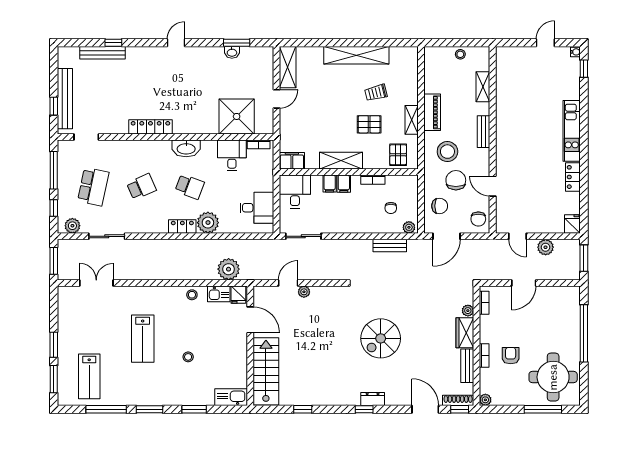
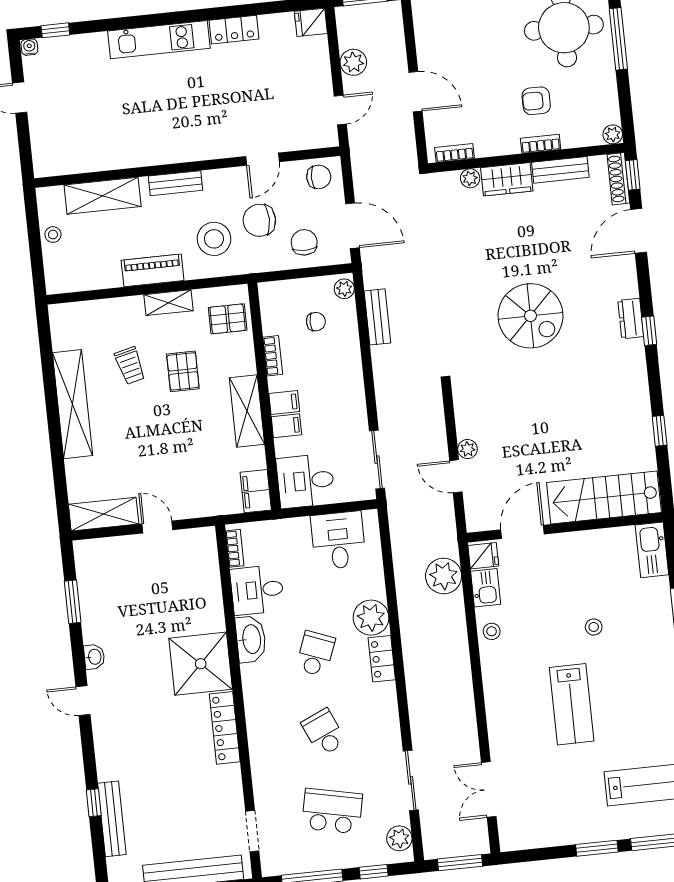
washbasin: (232, 52) -> (94, 657), moved
shelving: (483, 87) -> (103, 196), width x1.50, depth x1.33
shower: (237, 116) -> (201, 664), moved
washbasin: (186, 148) -> (251, 639), moved
lab bench: (143, 339) -> (572, 704), turned 90

